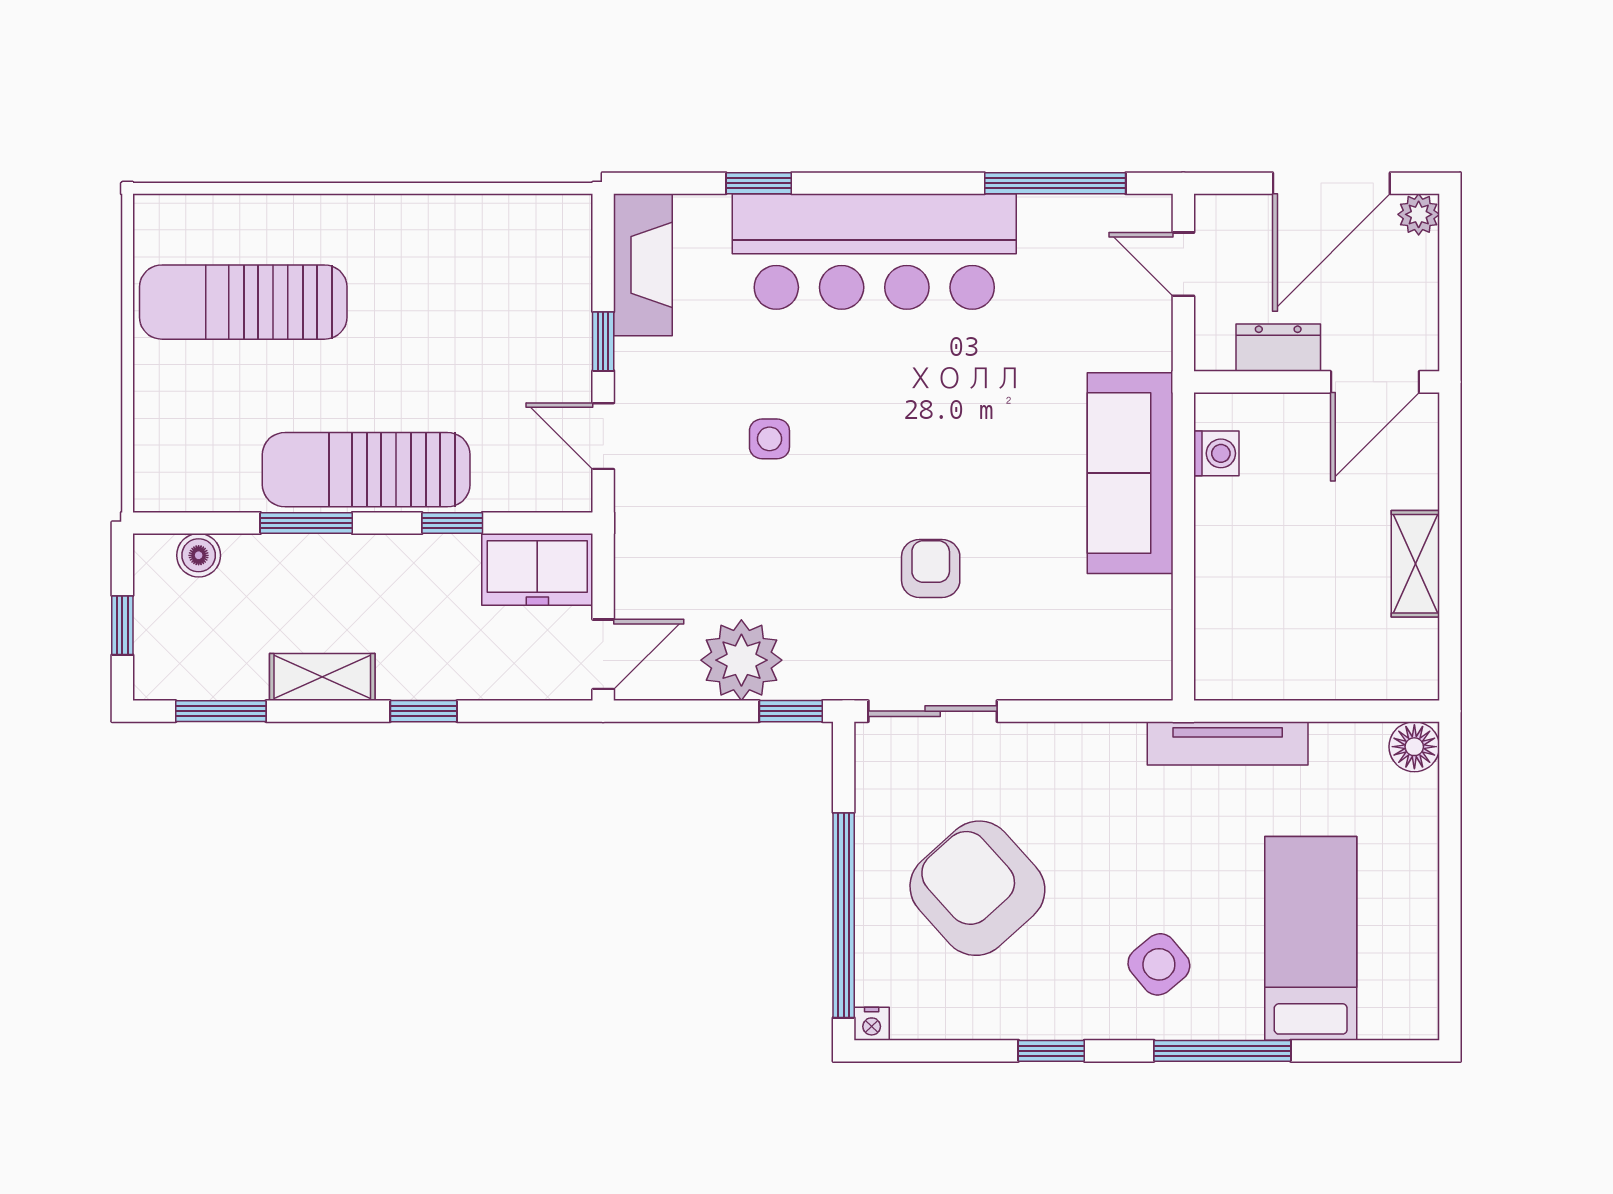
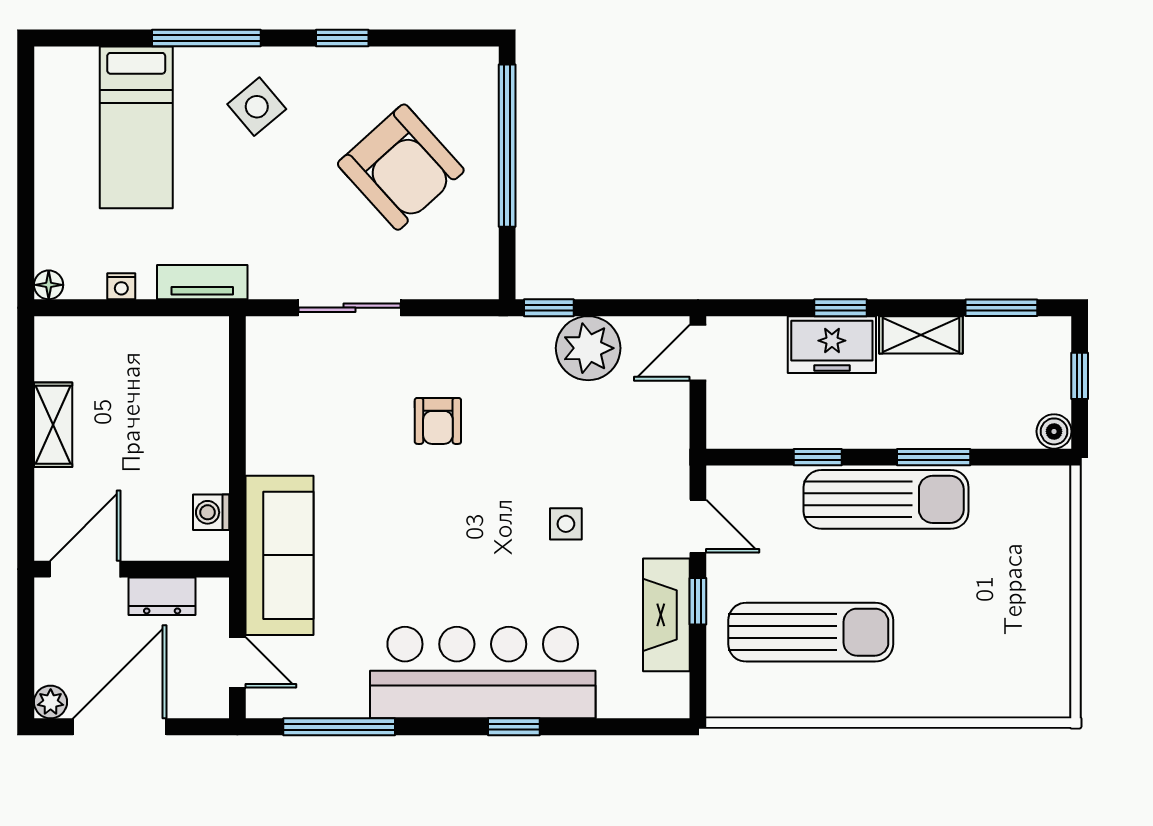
window: (759, 183) -> (514, 727), moved
fireplace: (643, 265) -> (666, 615), moved
sun lounger: (243, 302) -> (811, 632), moved
sofa: (1130, 473) -> (280, 555), moved
boiler: (199, 555) -> (1054, 431), moved
freezer: (537, 569) -> (832, 345), moved, turned 180
sliding door: (933, 711) -> (349, 308), moved
tv unit: (1228, 743) -> (202, 282), width x0.71
floor lamp: (1414, 747) -> (49, 285), width x0.73, depth x0.73
nightstand: (872, 1024) -> (121, 286), moved, turned 180

